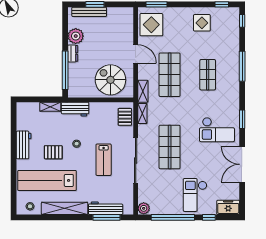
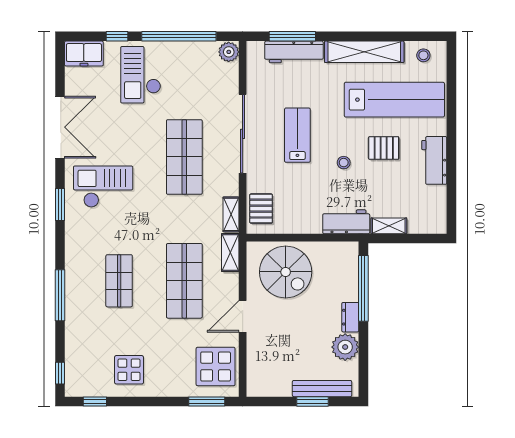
door: (136, 54) -> (243, 316), hinge flipped
checkout: (195, 195) -> (141, 75), turned 180

